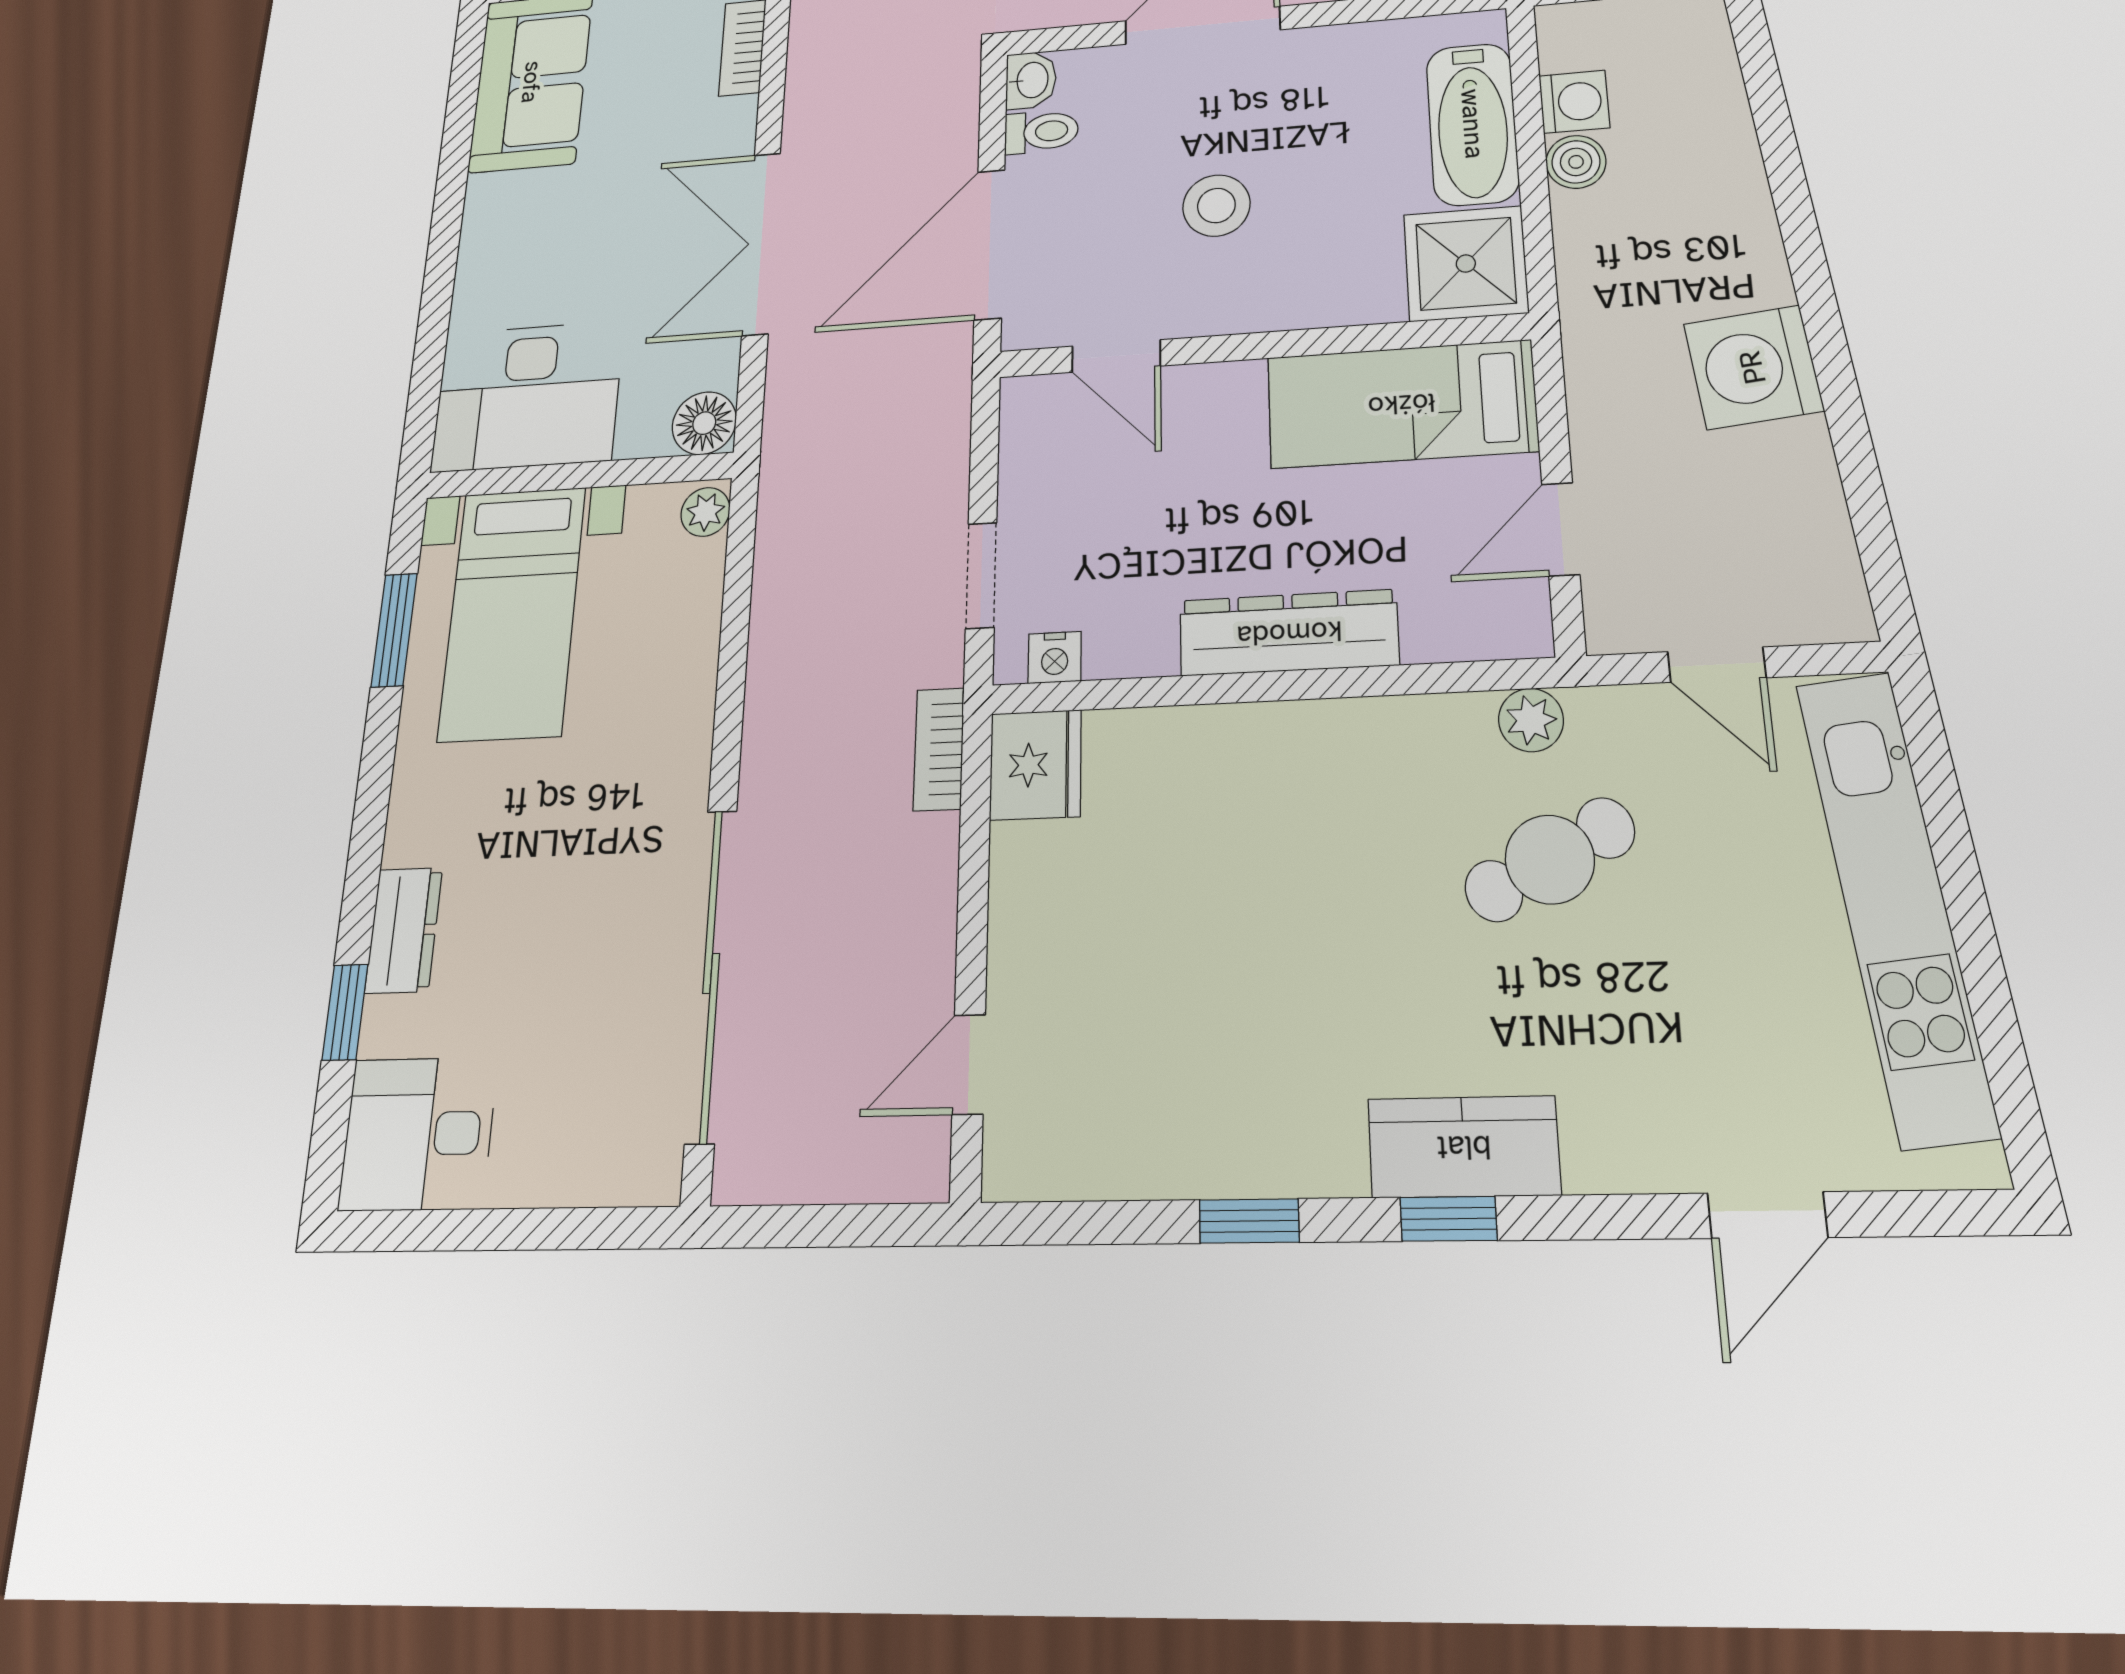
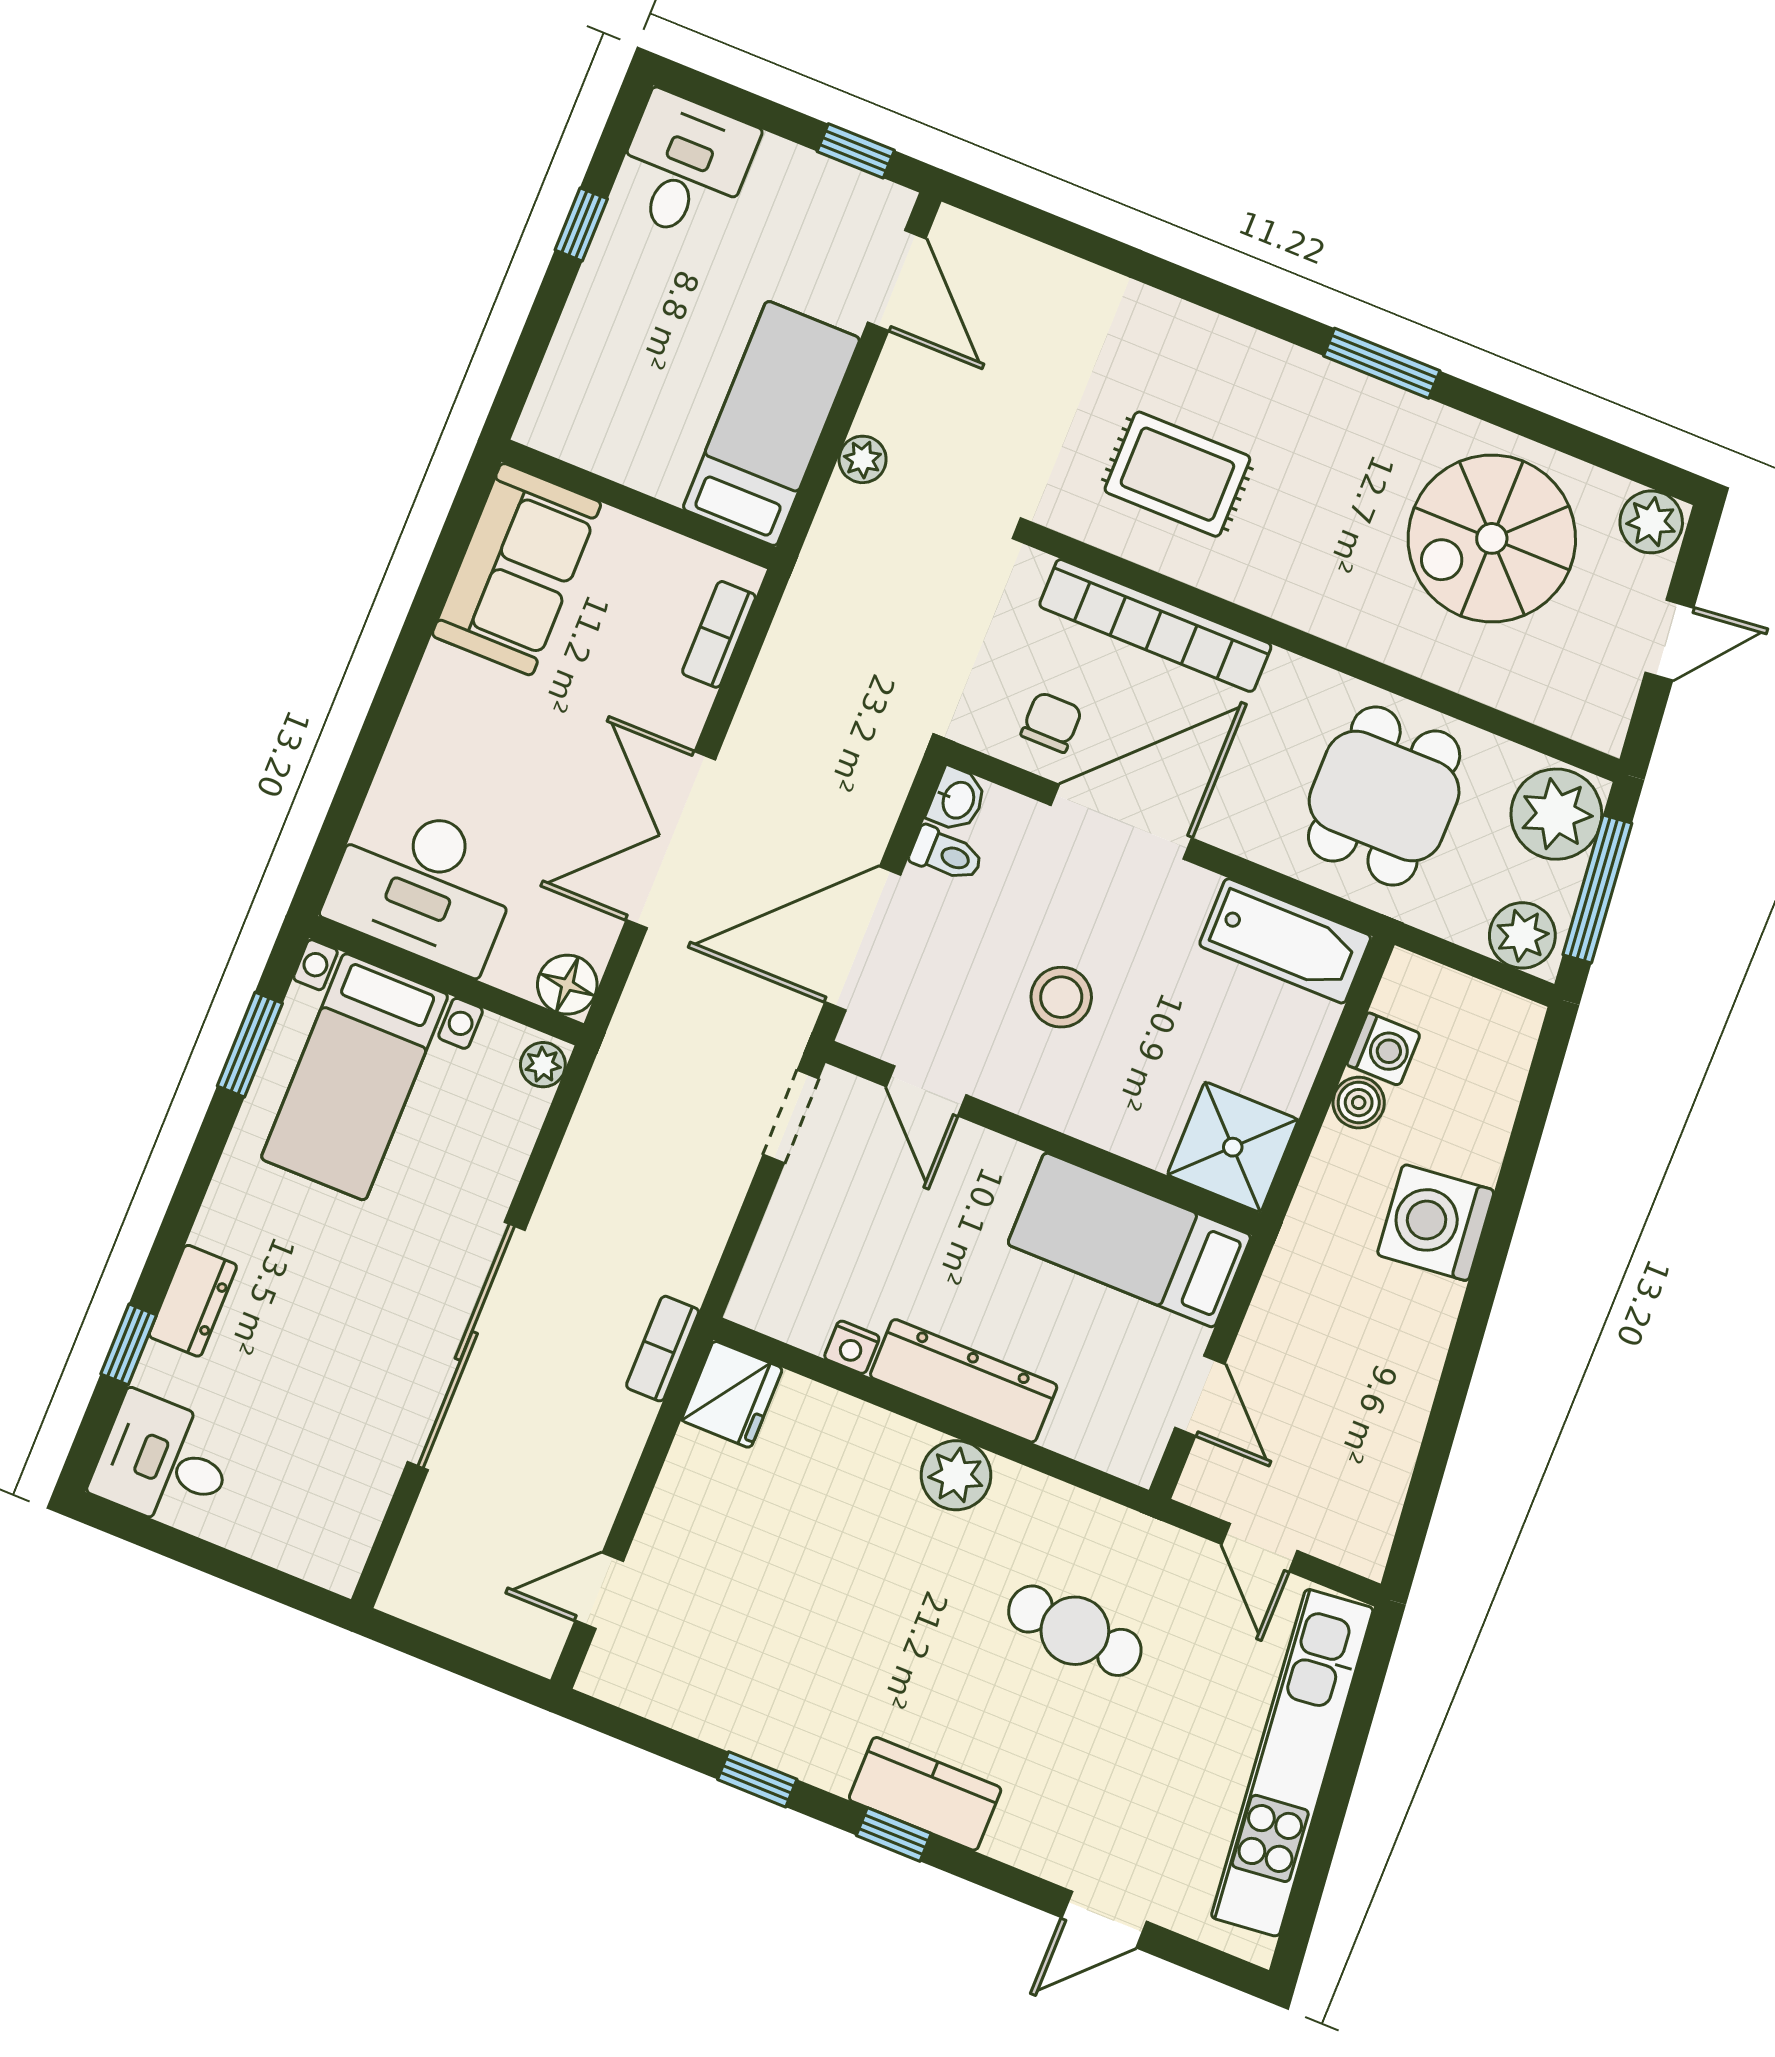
bathtub: (1472, 124) -> (1285, 941), moved, turned -90
washing machine: (1753, 367) -> (1436, 1223), moved
door: (1561, 529) -> (1200, 1396), swing flipped
doorway: (981, 575) -> (791, 1117), moved
nightstand: (1055, 657) -> (852, 1347), moved
plant: (1531, 720) -> (956, 1475), moved, width x1.38, depth x1.38
cafe table: (1550, 859) -> (1075, 1631), turned 31
sliding door: (711, 973) -> (466, 1346), moved

